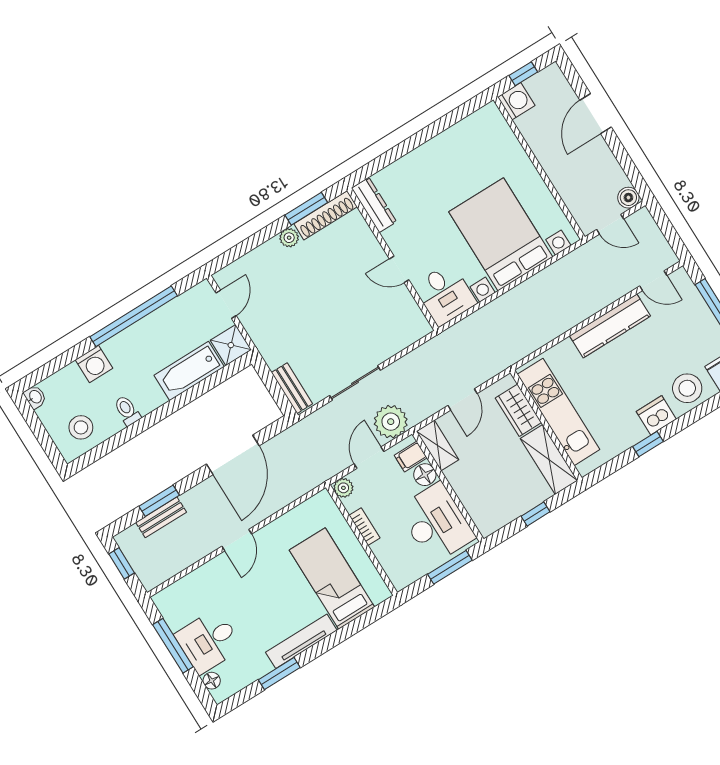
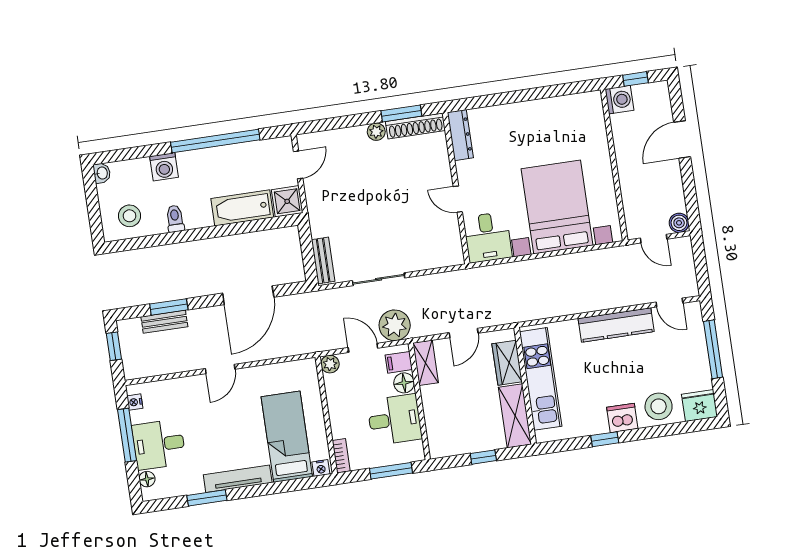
door: (369, 458) -> (363, 348), hinge flipped
desk: (436, 523) -> (394, 420), width x0.73
bookcase: (365, 527) -> (341, 456), moved
nightstand: (379, 595) -> (321, 468), added
nightstand: (166, 610) -> (135, 402), added

